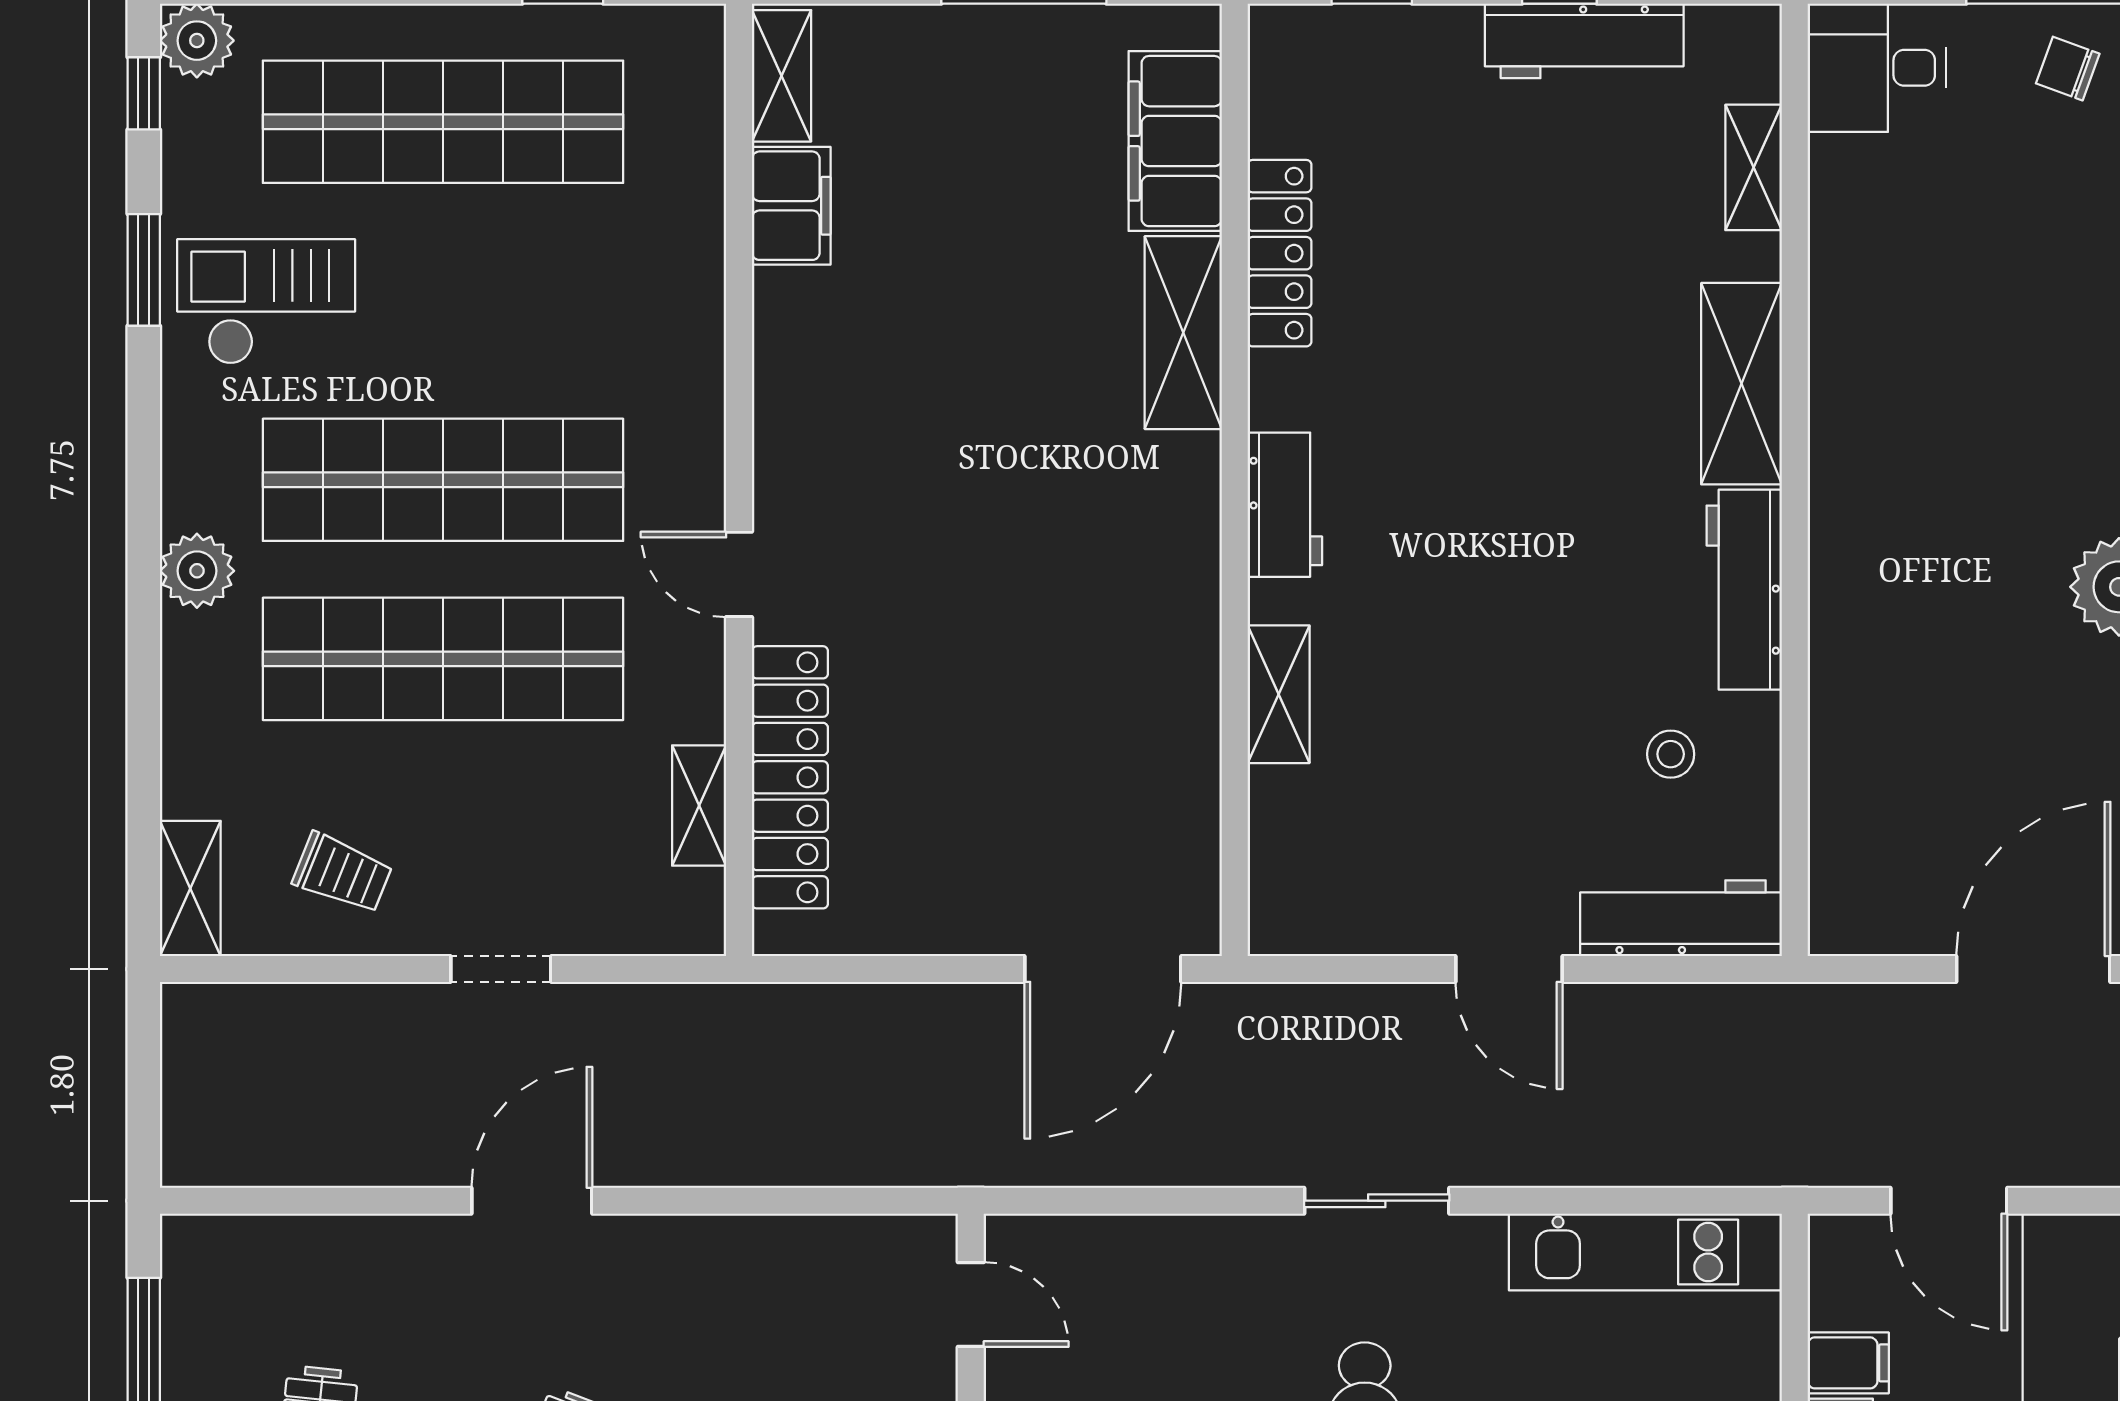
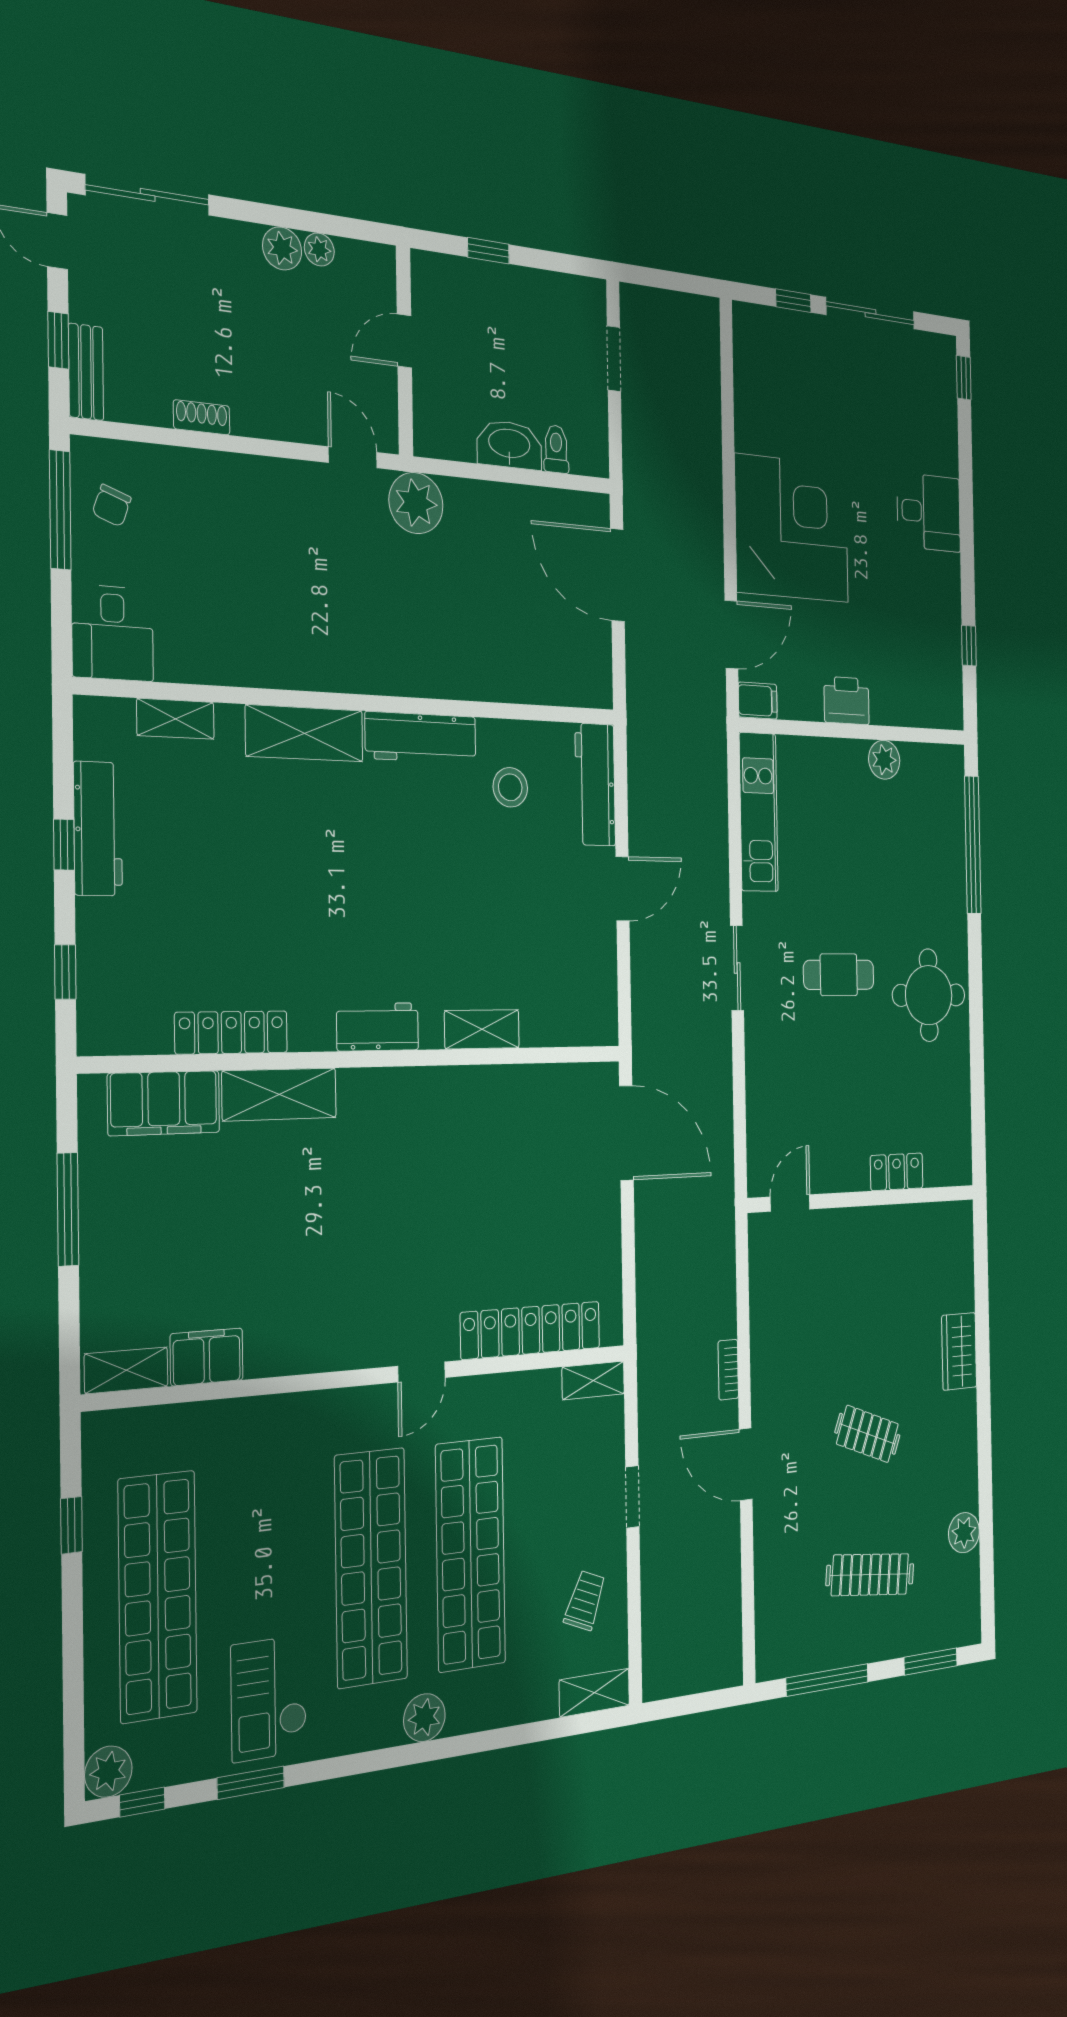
stool: (1671, 754) -> (510, 787), width x1.37, depth x1.37
shelving: (699, 806) -> (593, 1380), moved
bookcase: (695, 1168) -> (728, 1370), added
filing cabinet: (1848, 1363) -> (758, 701), moved, turned 90

